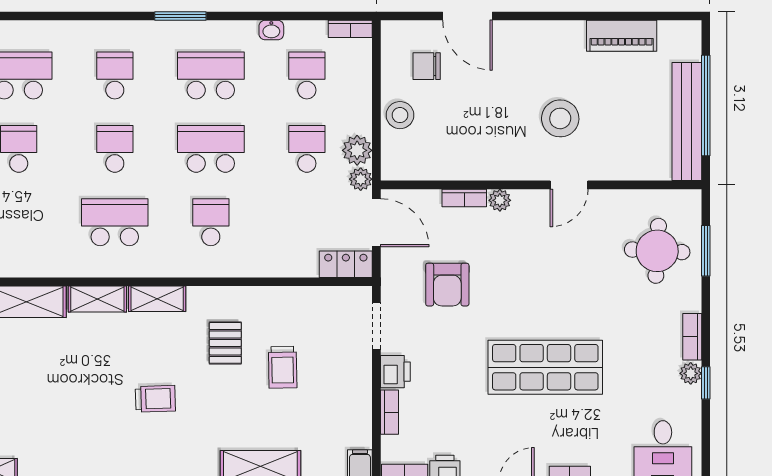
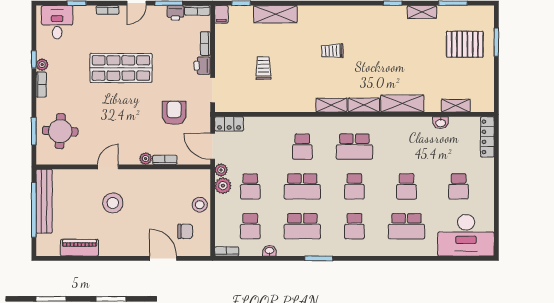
pallet: (225, 343) -> (294, 81), removed

